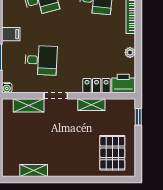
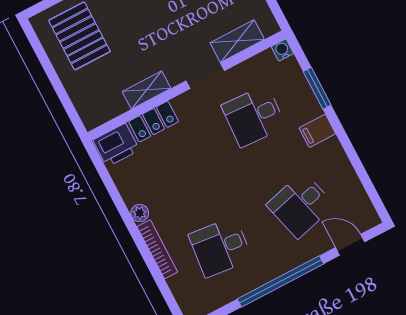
plant: (130, 52) -> (140, 213), moved
window: (138, 117) -> (69, 108), removed

